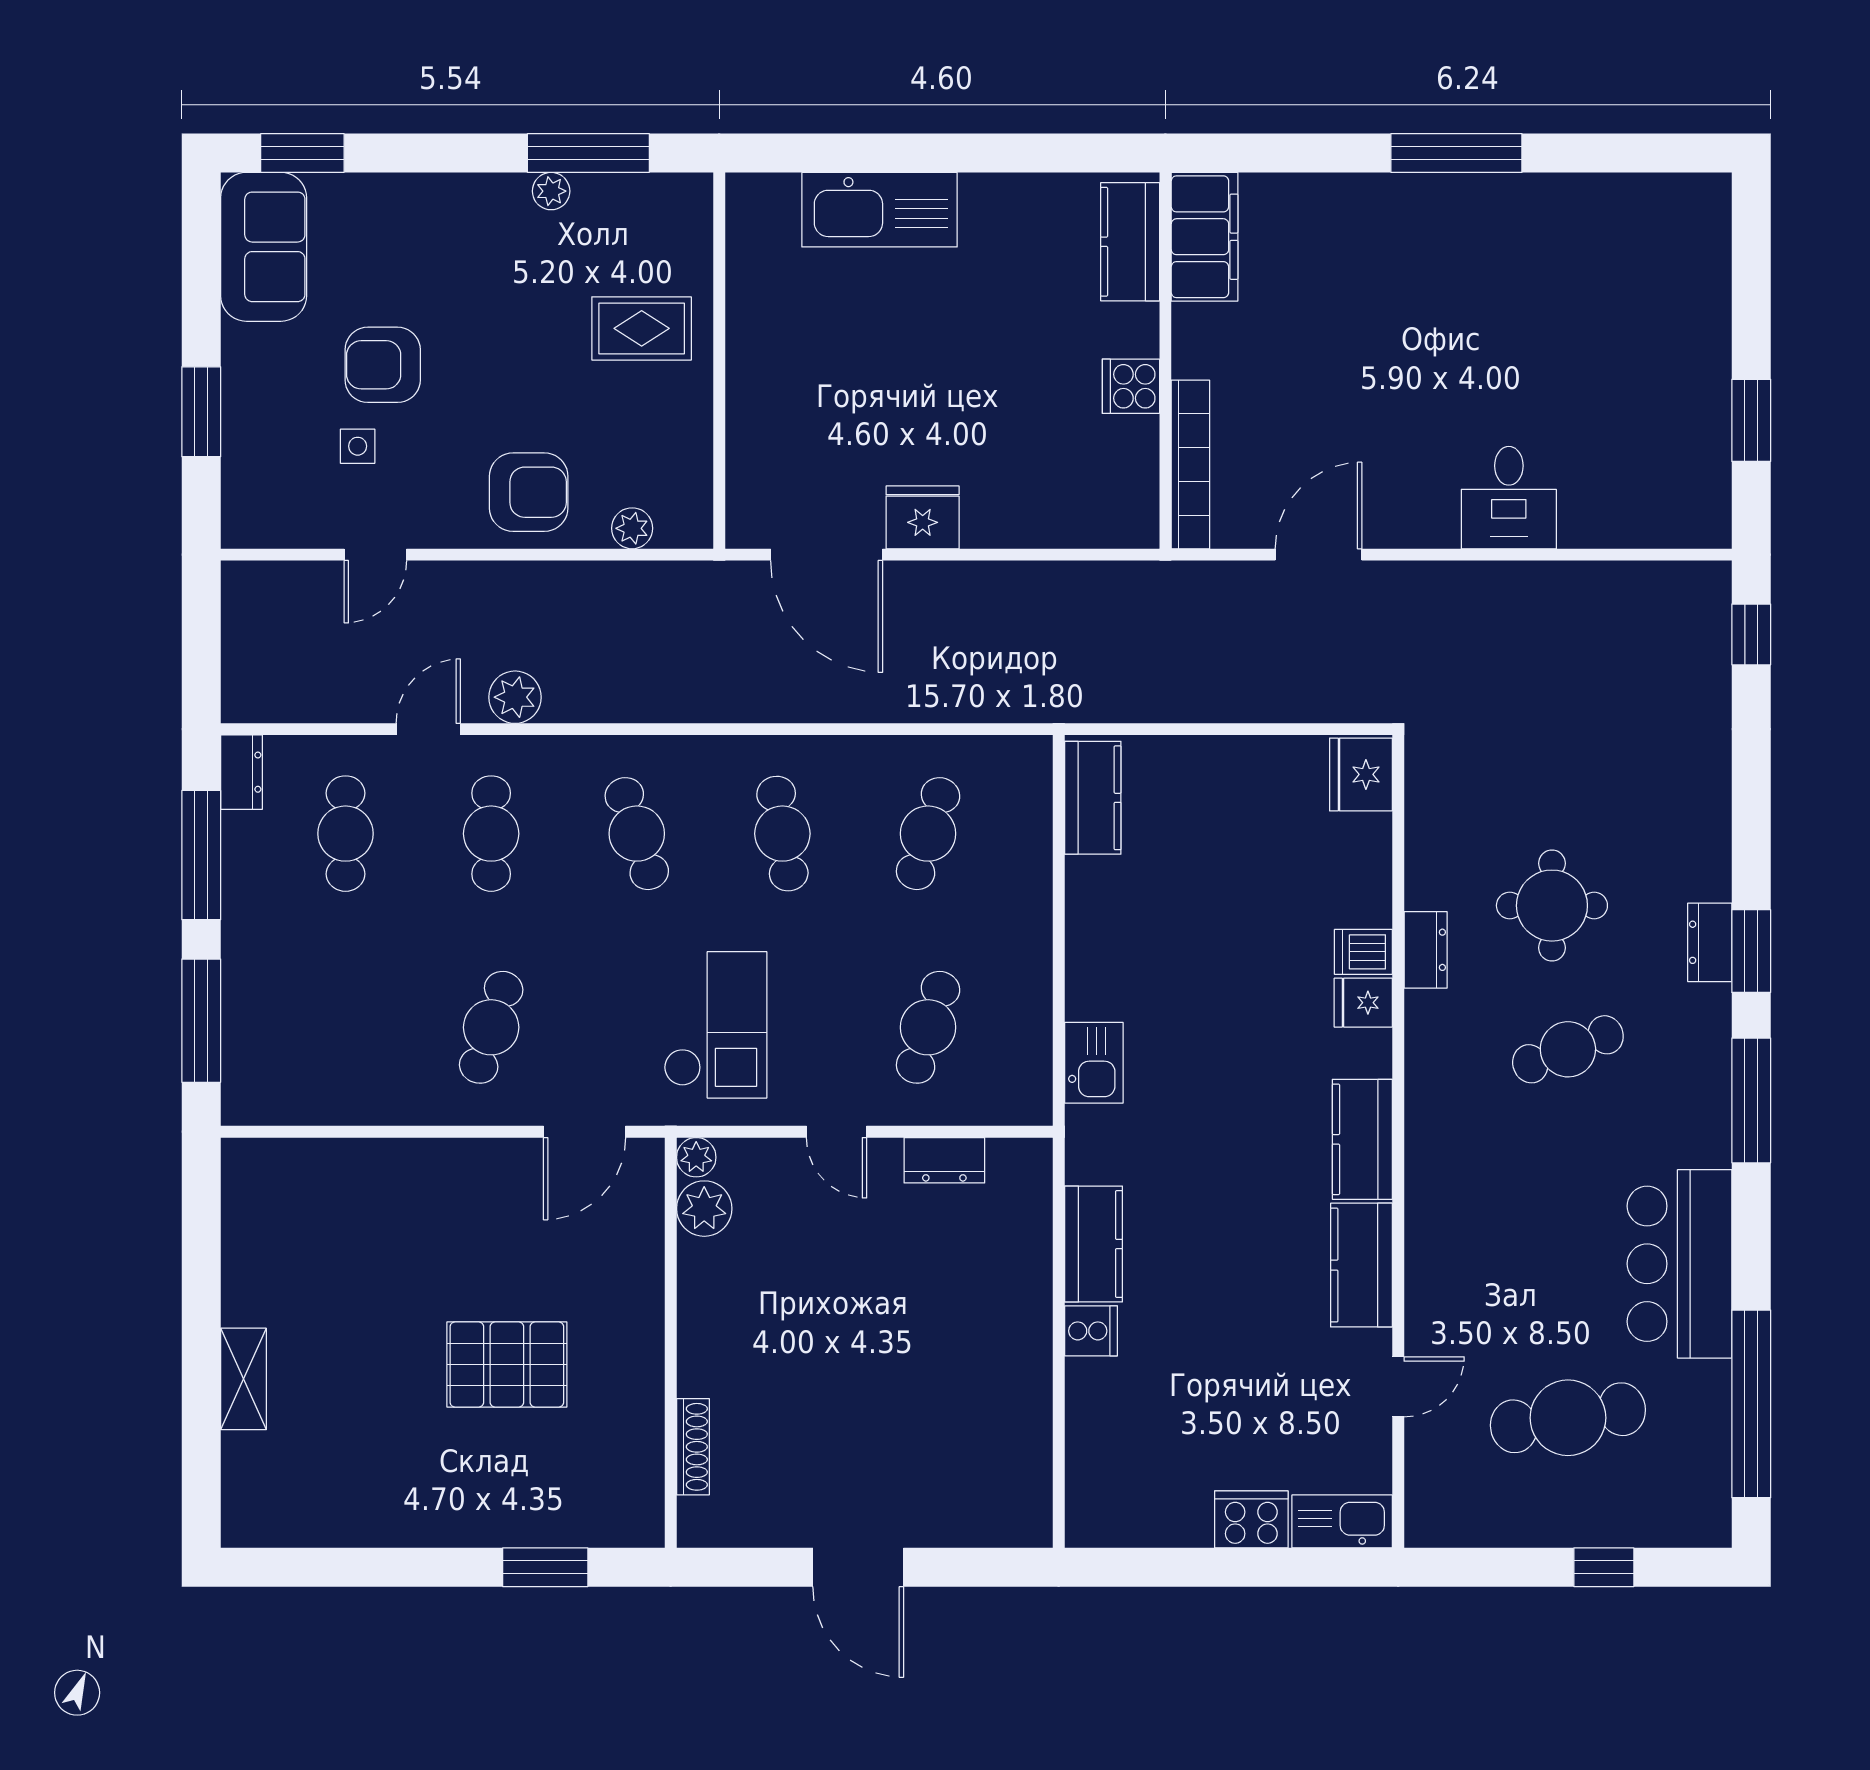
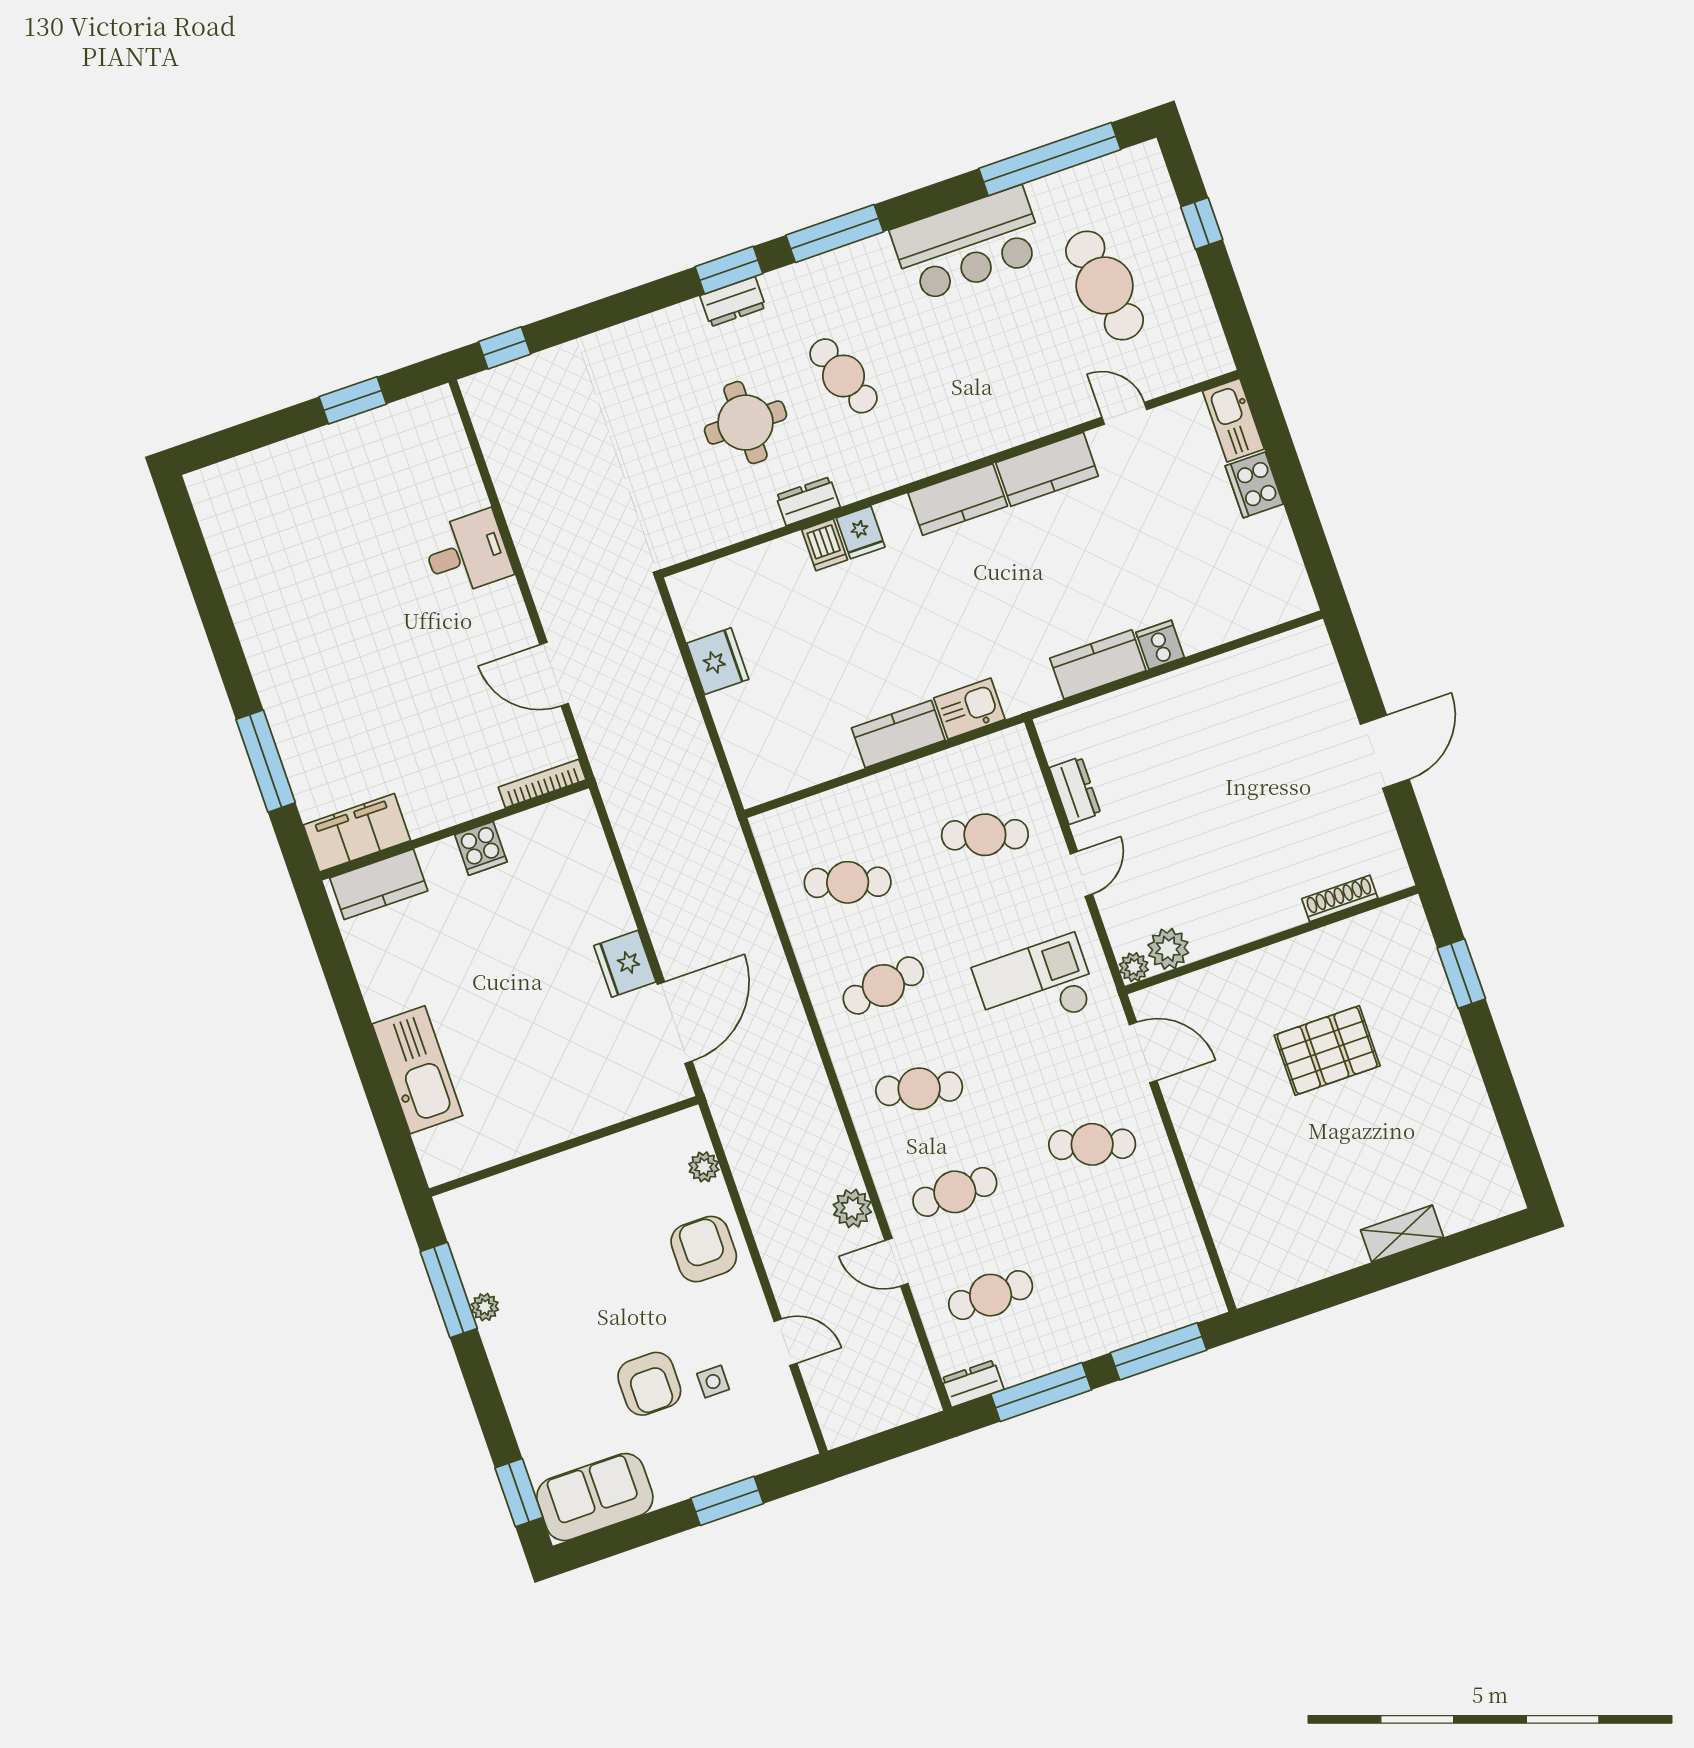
window: (1456, 153) -> (266, 761), moved
rug: (642, 328) -> (560, 1209), removed
bookcase: (1190, 464) -> (542, 784), width x0.68, depth x0.76
fridge: (1361, 774) -> (718, 661), moved, turned -90
kitchen counter: (1093, 798) -> (898, 734), moved
cafe table: (637, 834) -> (919, 1089), turned 33
pallet: (507, 1365) -> (1327, 1050), turned 90

